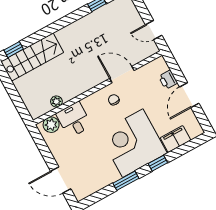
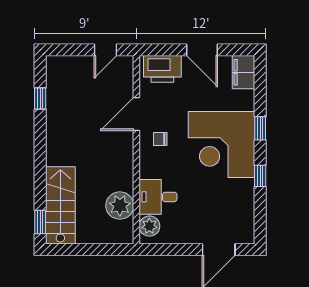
printer: (168, 80) -> (162, 69), width x1.87, depth x1.48
plant: (56, 101) -> (120, 206), width x1.88, depth x1.88
filing cabinet: (176, 139) -> (243, 72), moved
window: (126, 181) -> (260, 176), width x0.67

